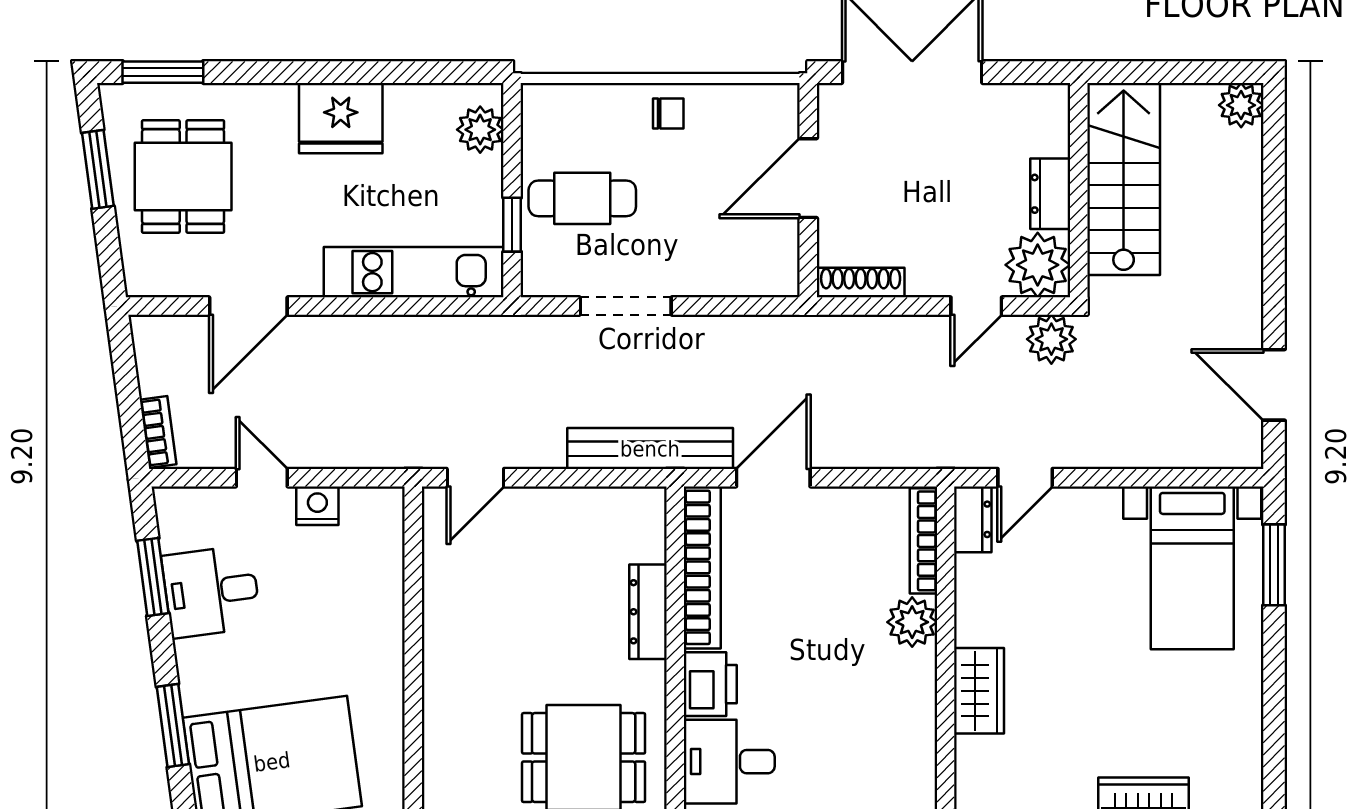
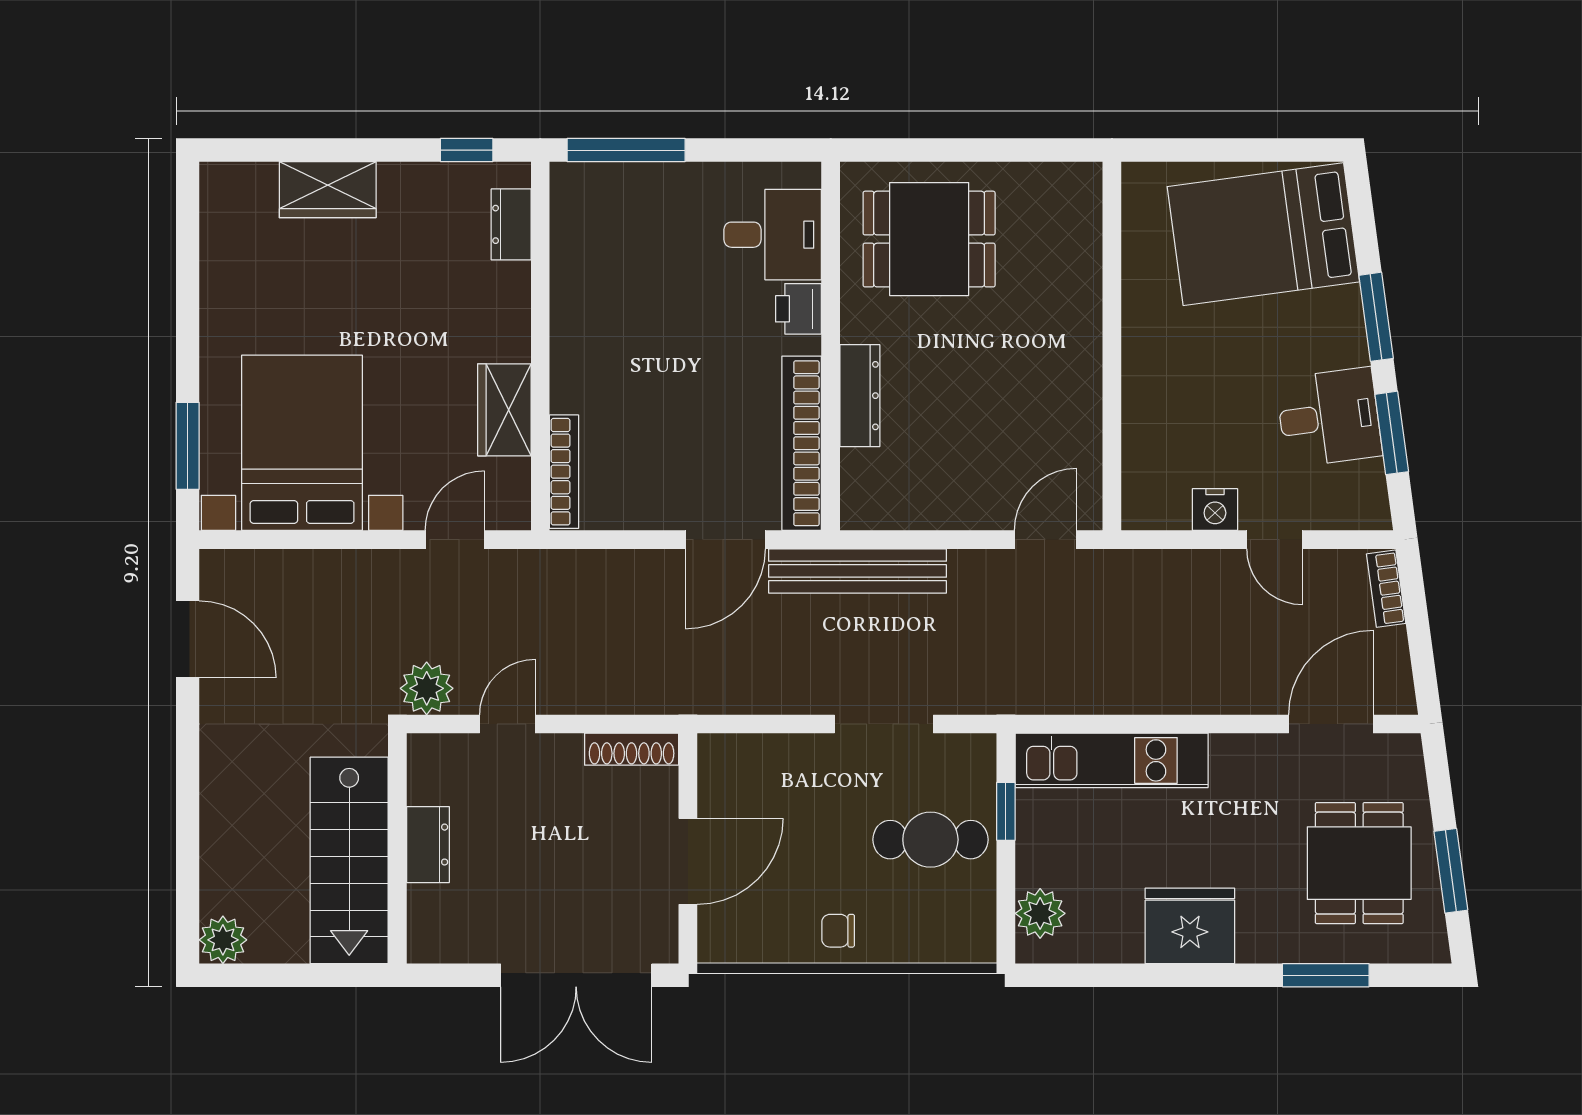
window: (163, 72) -> (1326, 975), moved
plant: (1038, 265) -> (441, 768), removed
door: (248, 306) -> (1331, 724), moved
dresser: (973, 519) -> (511, 224), moved
bed with nightstands: (1192, 568) -> (302, 443), width x1.36
plant: (912, 622) -> (576, 385), removed
printer: (710, 684) -> (799, 309), width x0.73, depth x0.81
wardrobe: (979, 691) -> (504, 410), moved
window: (173, 726) -> (1376, 317), moved

